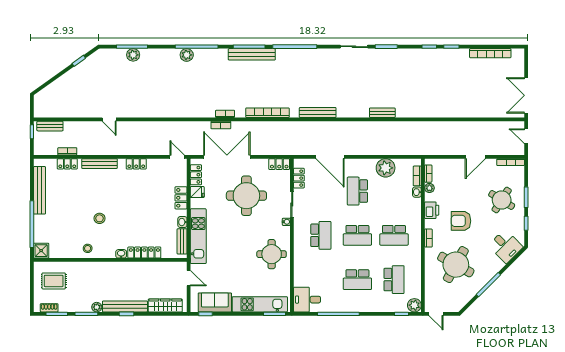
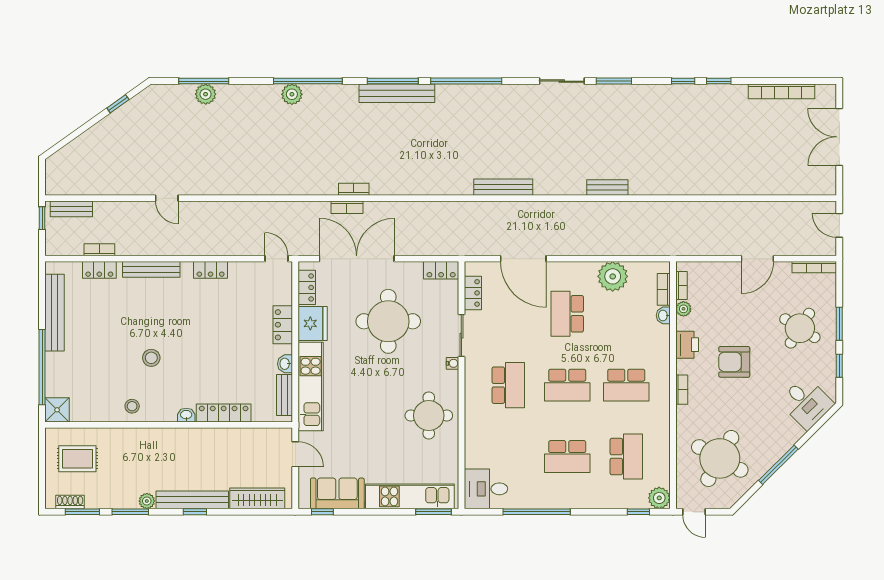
double door: (526, 95) -> (839, 137), moved
bookcase: (267, 113) -> (422, 187), removed
fridge: (197, 192) -> (313, 323), width x1.88, depth x1.34
round table: (456, 265) -> (720, 458), moved

